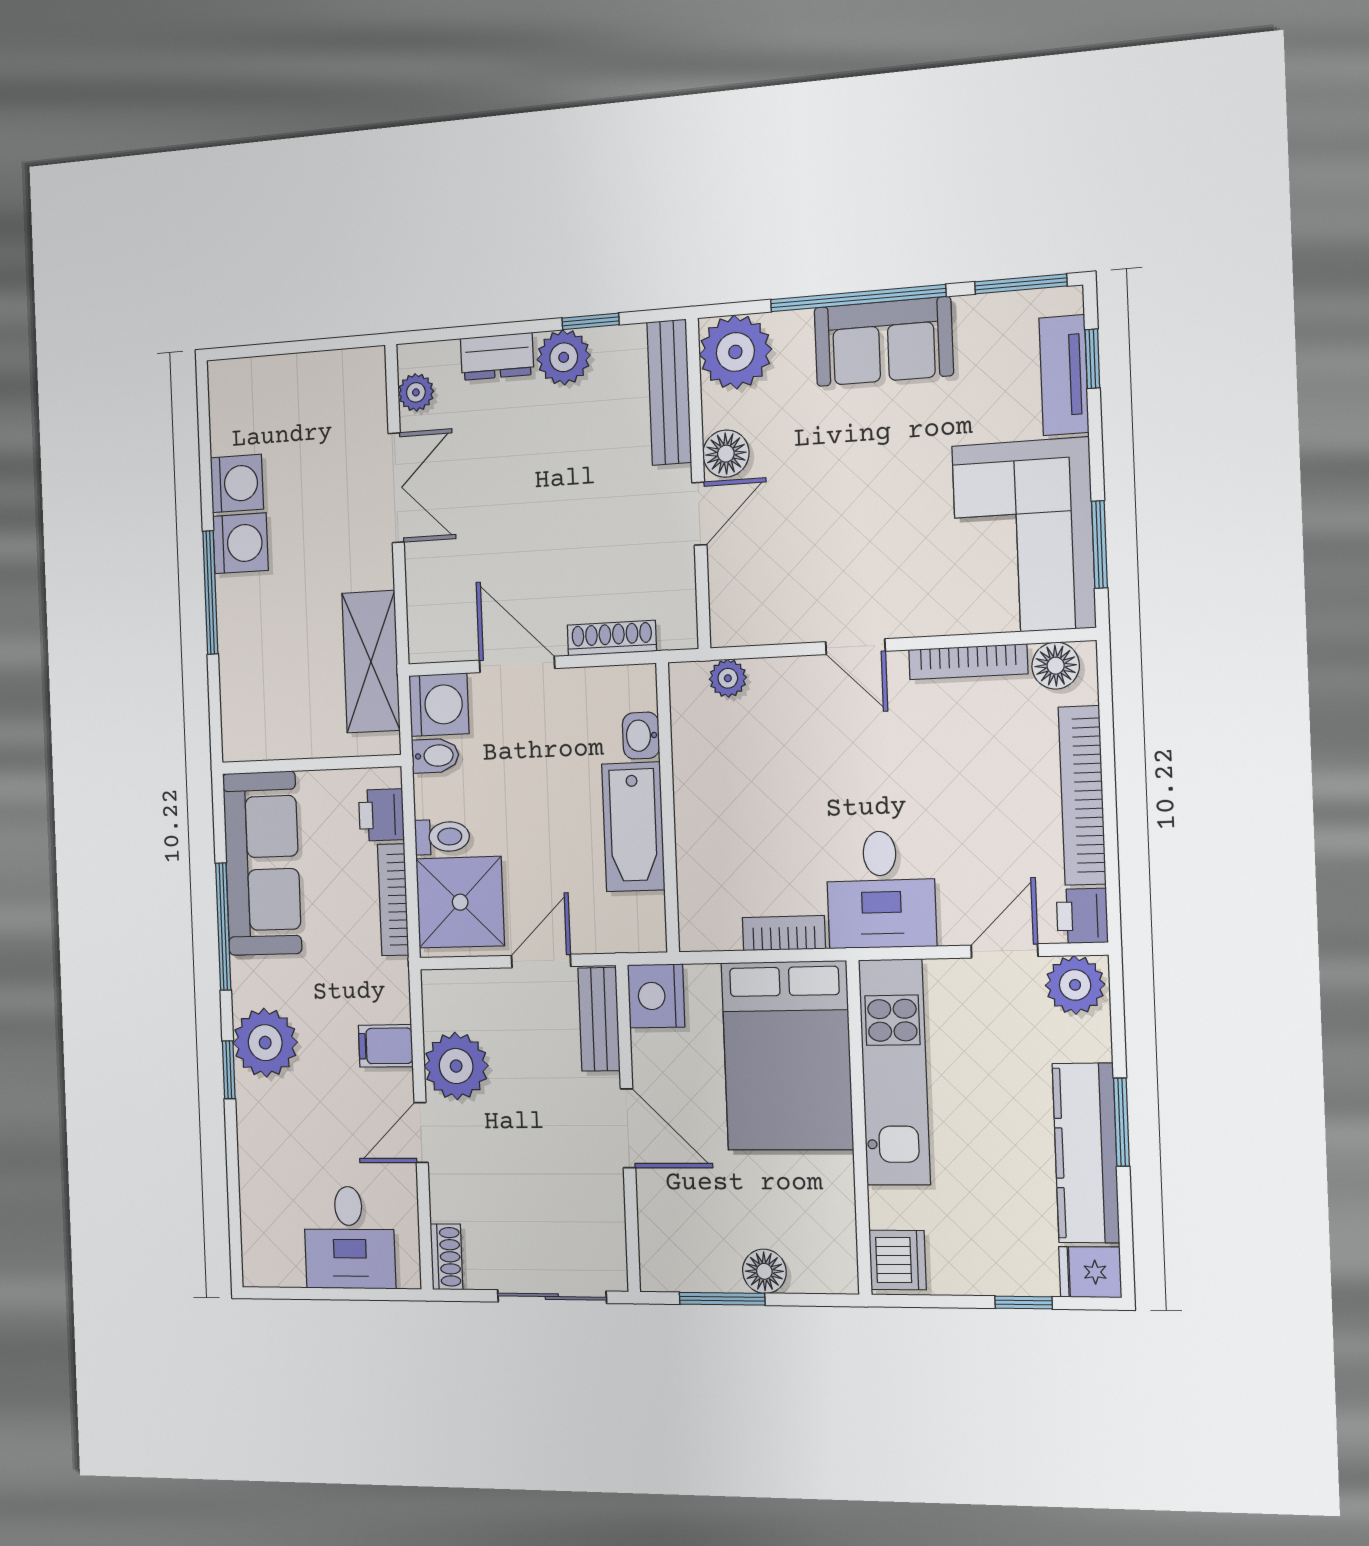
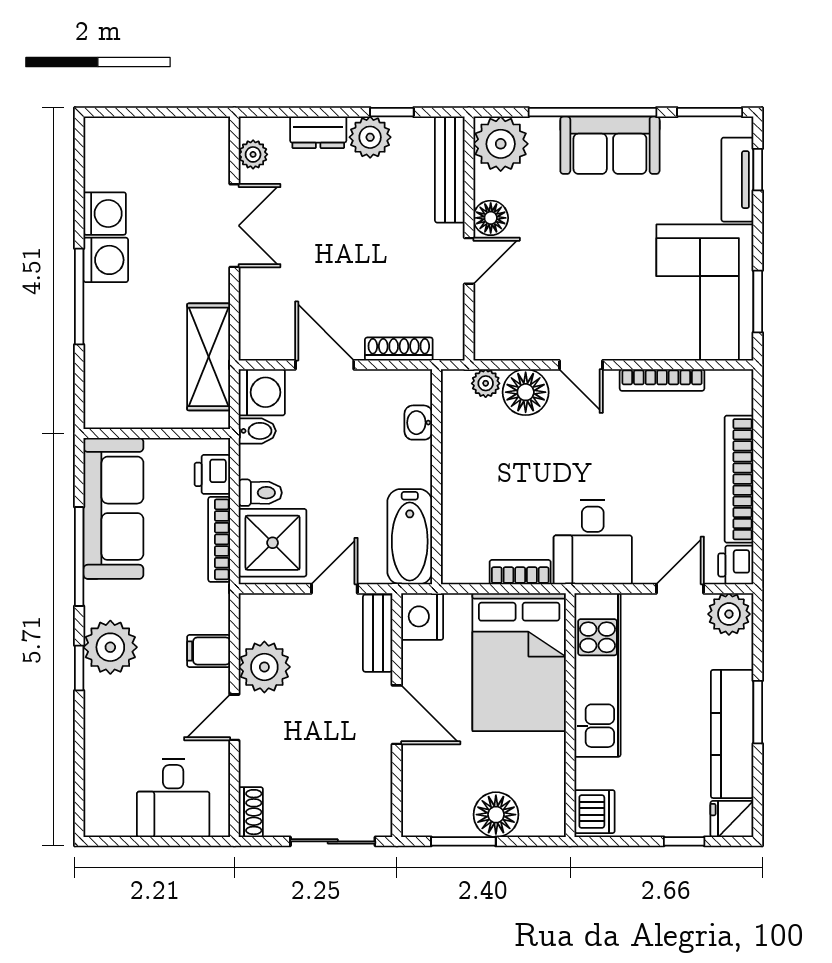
floor lamp: (1056, 666) -> (526, 392), moved, width x1.38, depth x1.38
bathtub: (633, 827) -> (410, 537), moved
floor lamp: (764, 1271) -> (496, 815), width x1.38, depth x1.38

